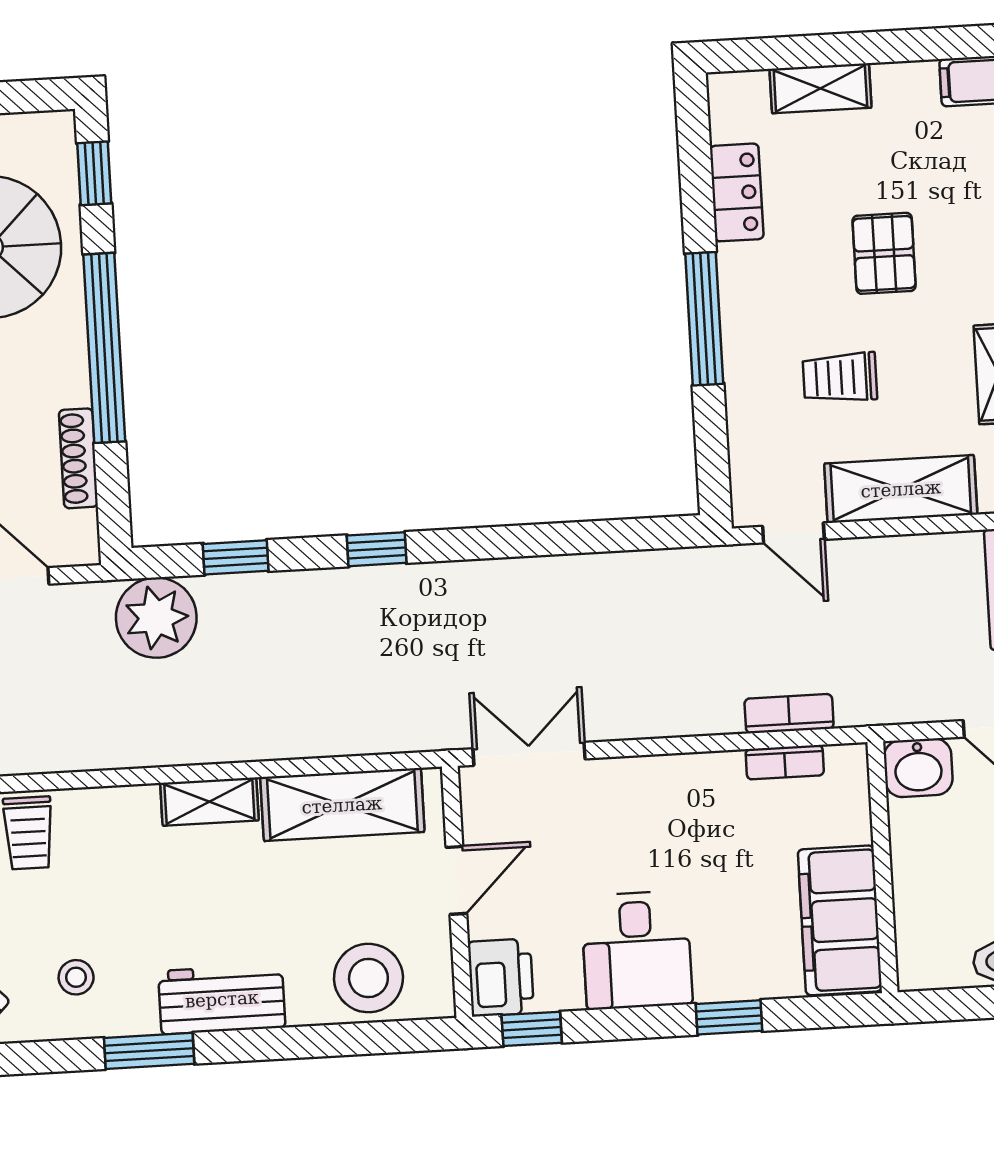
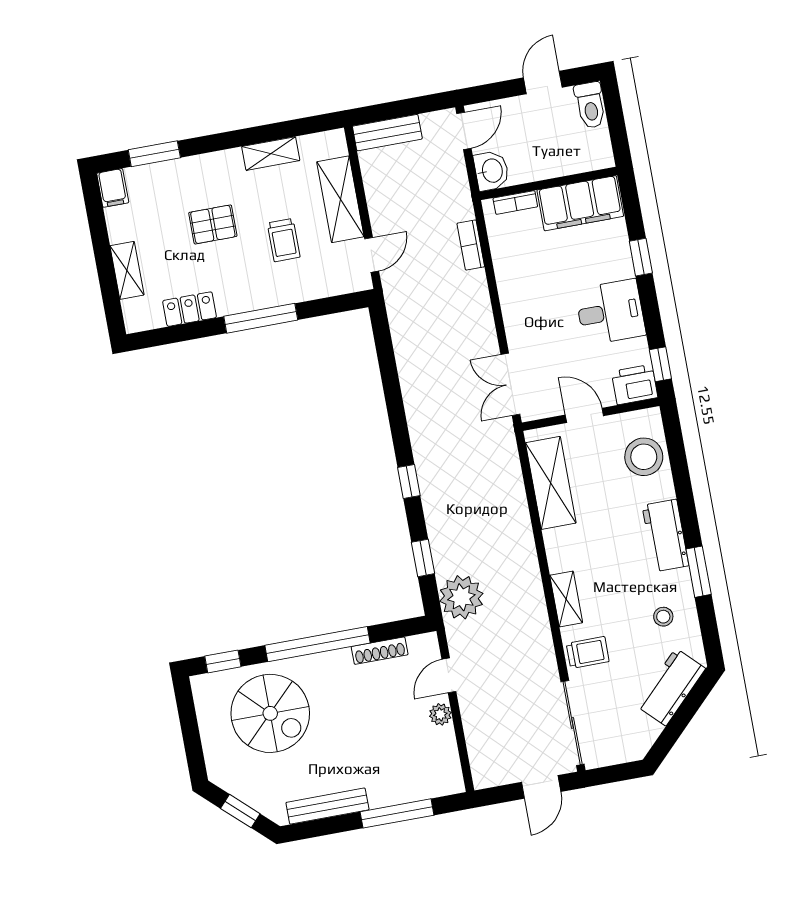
bookcase: (785, 762) -> (515, 202), moved, turned 90
shelving: (209, 802) -> (566, 599), moved

